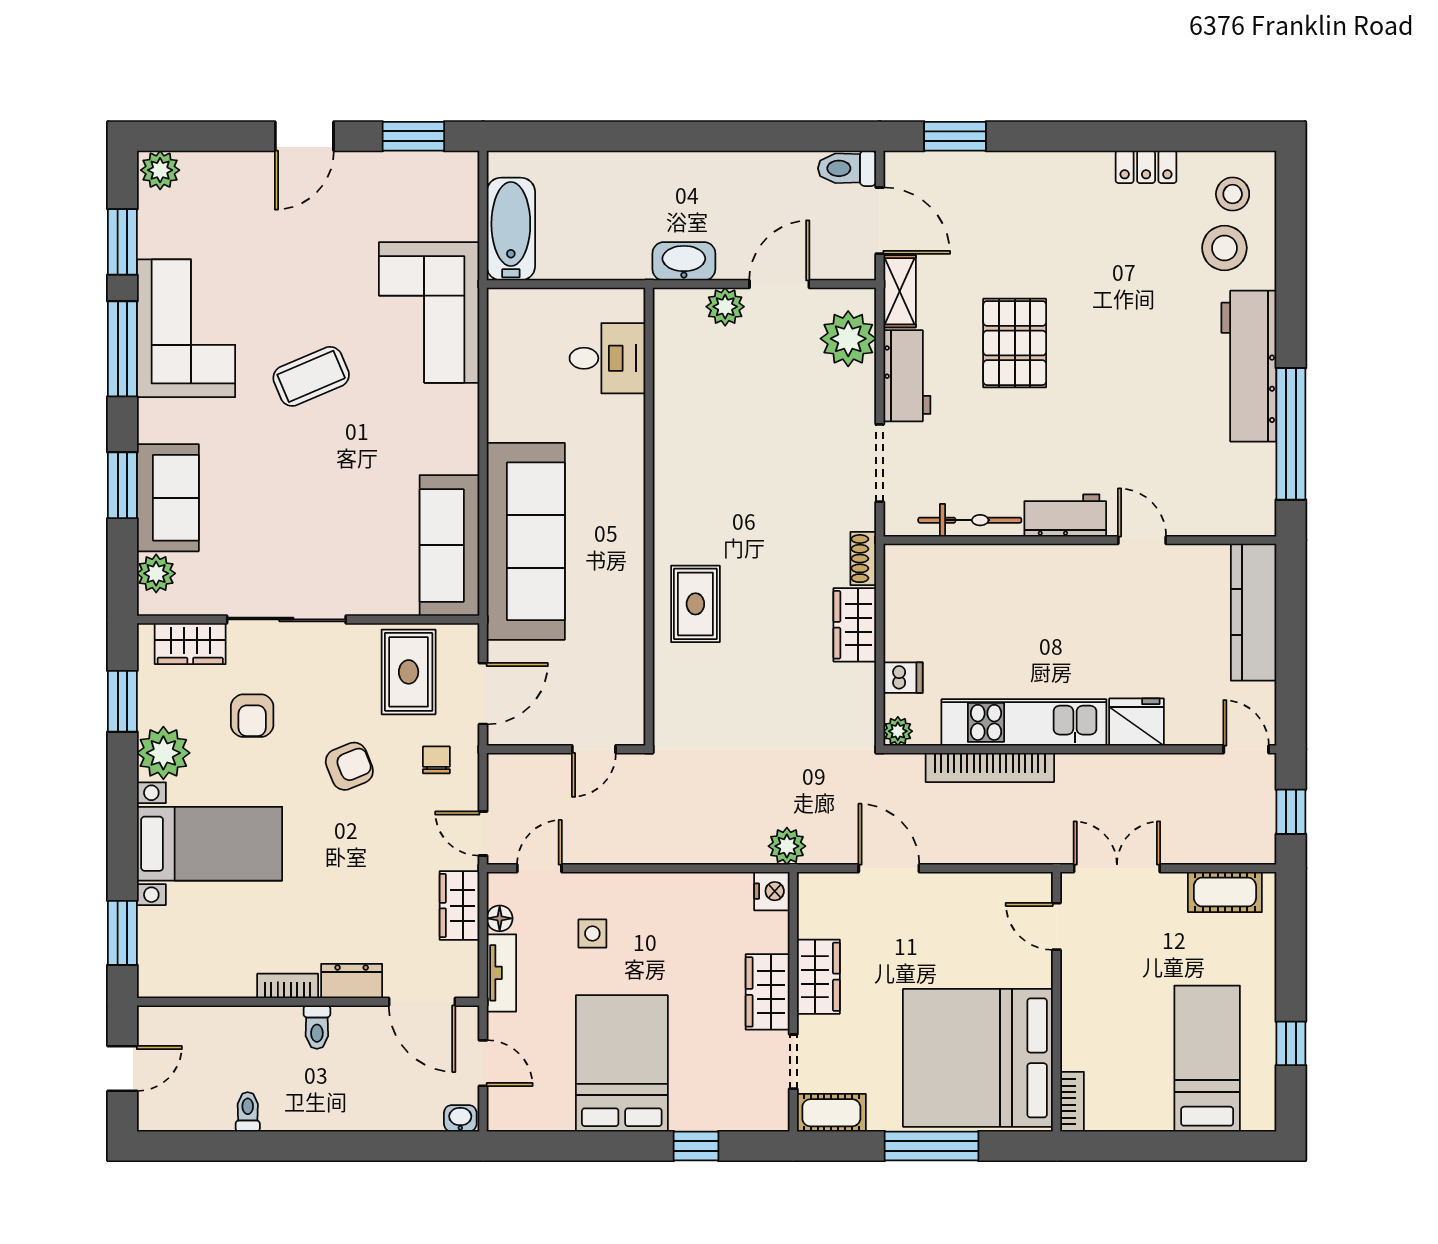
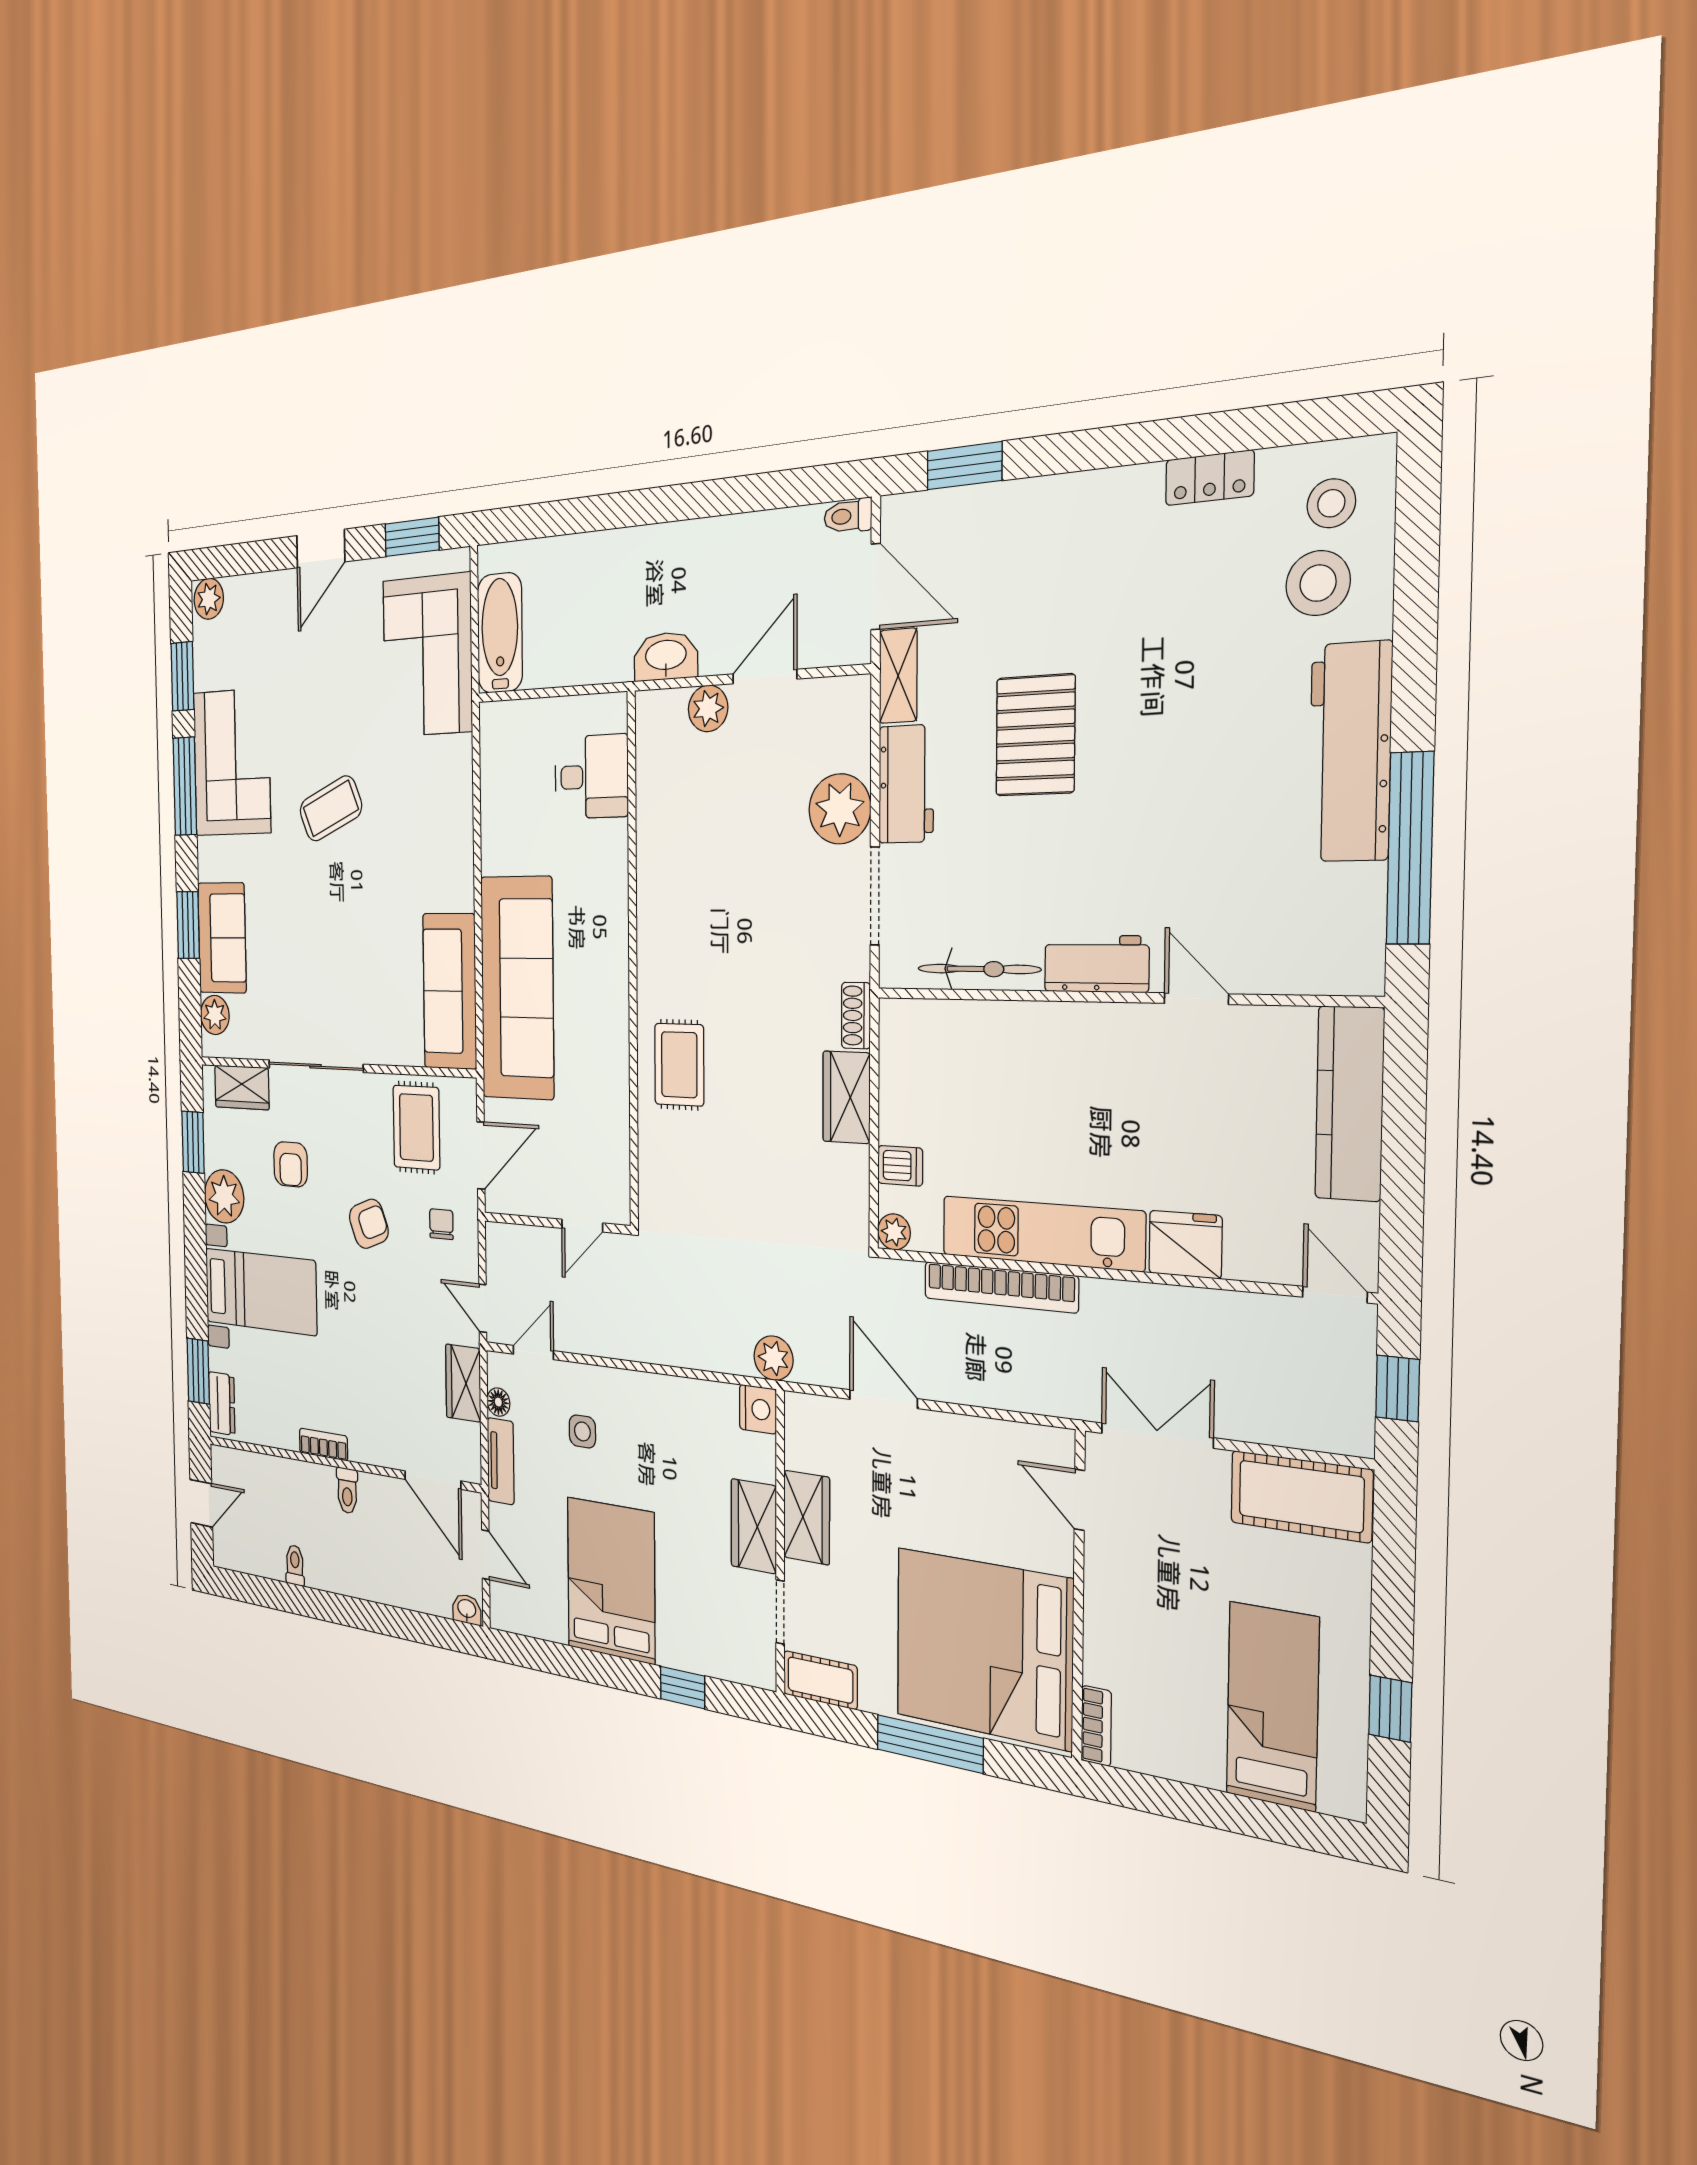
toilet: (847, 168) -> (848, 516), width x0.73, depth x0.72
corner sofa: (429, 312) -> (427, 656), moved
plant: (848, 339) -> (840, 809), moved
cot: (1225, 892) -> (1301, 1496), width x1.37, depth x1.34
dresser: (352, 981) -> (222, 1404), moved, turned 90

